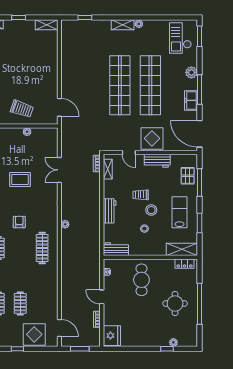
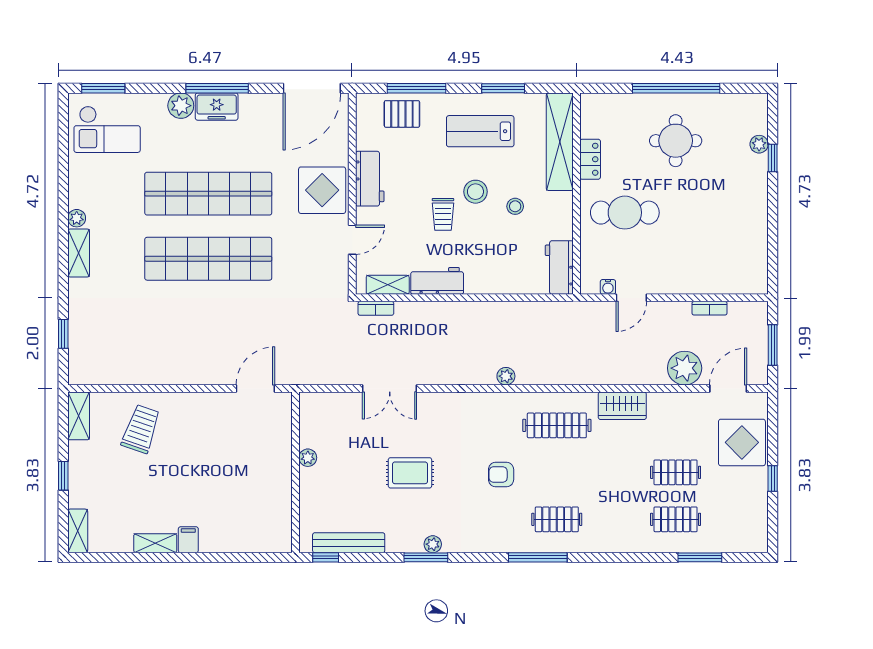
freezer: (191, 100) -> (217, 107), moved
trolley: (22, 109) -> (141, 429), moved
rug: (20, 179) -> (410, 473), turned 90
workbench: (110, 211) -> (437, 281), moved
shelving: (182, 249) -> (560, 142), width x1.47
locker: (185, 264) -> (590, 159), moved
wardrobe: (51, 279) -> (622, 406), added
door: (102, 297) -> (631, 298), moved
plant: (69, 308) -> (685, 368), added
fridge: (112, 336) -> (744, 276), removed

